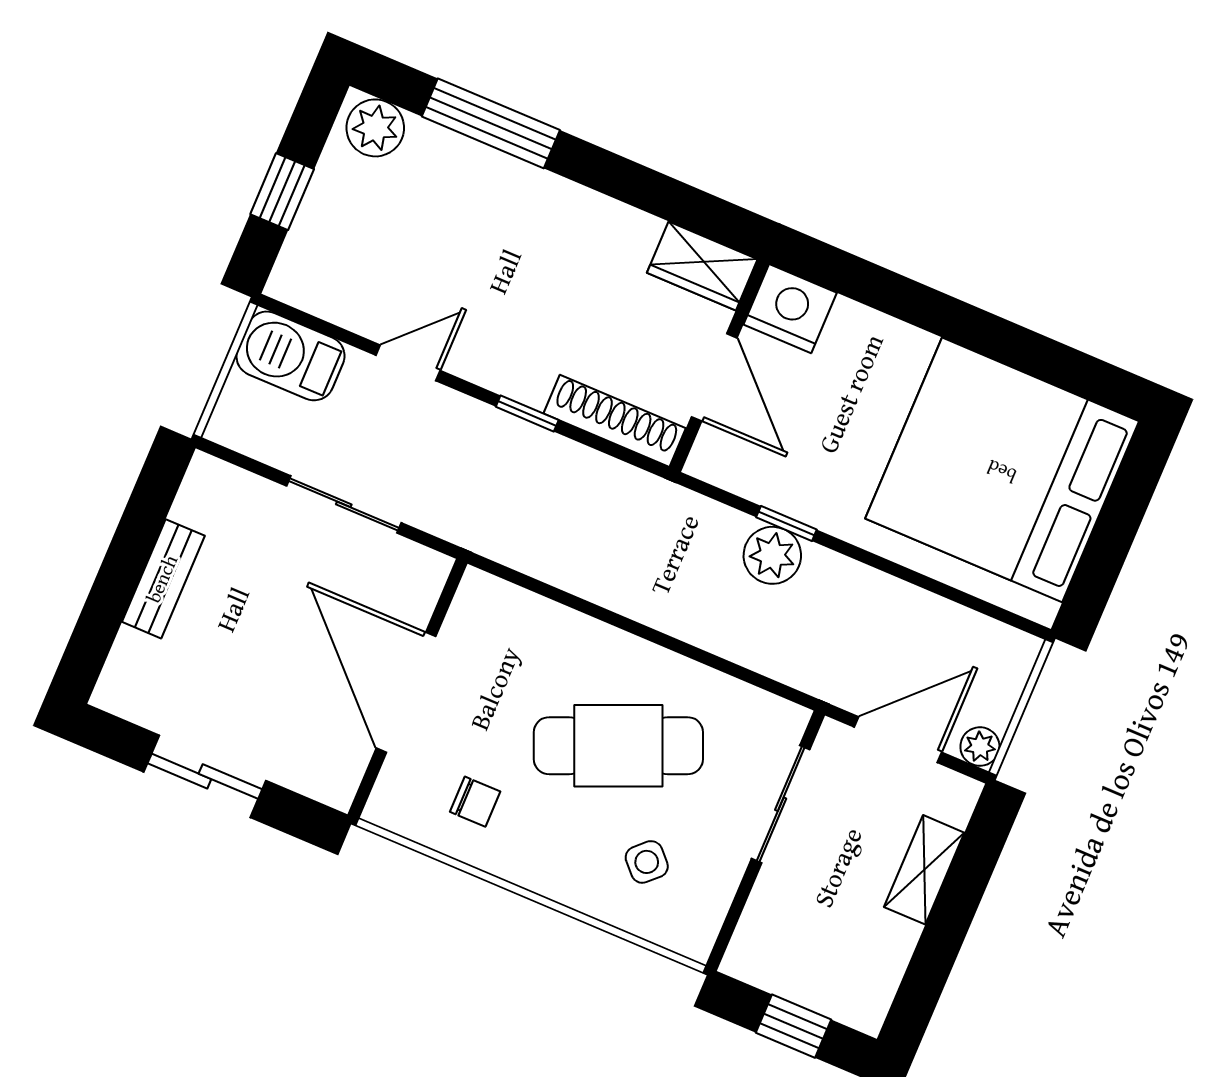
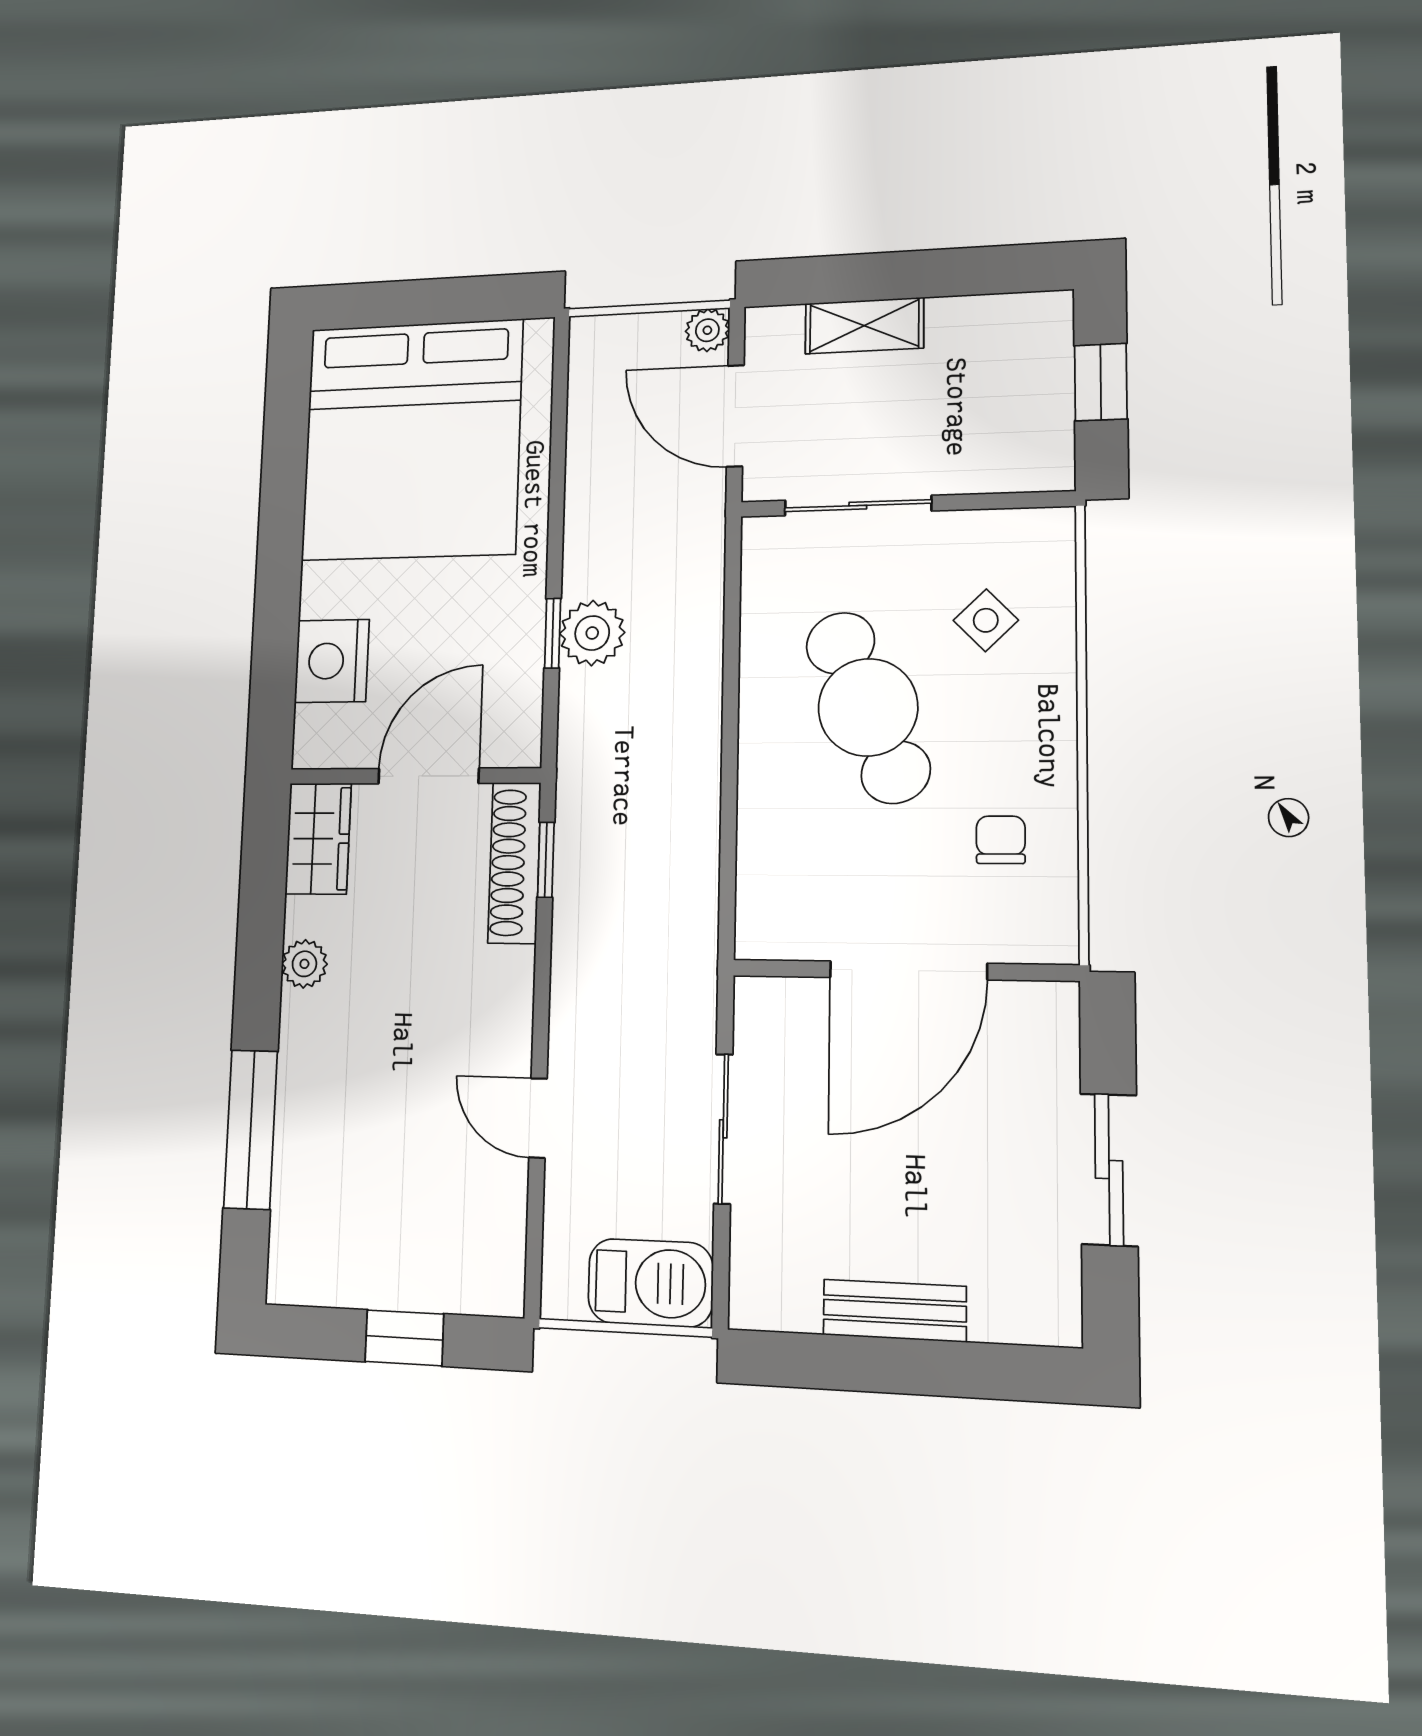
plant: (375, 128) -> (304, 964), moved, width x0.73, depth x0.73
nightstand: (790, 309) -> (332, 661), moved
barbecue: (290, 356) -> (651, 1283), moved, turned -90
window: (527, 413) -> (546, 860), moved

